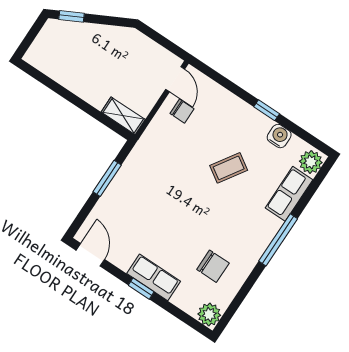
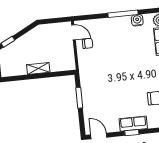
window: (267, 110) -> (123, 14), width x2.17
shelving: (123, 116) -> (38, 68), moved
coffee table: (229, 168) -> (127, 51), removed

